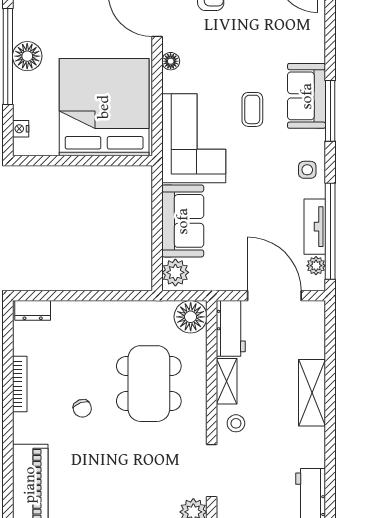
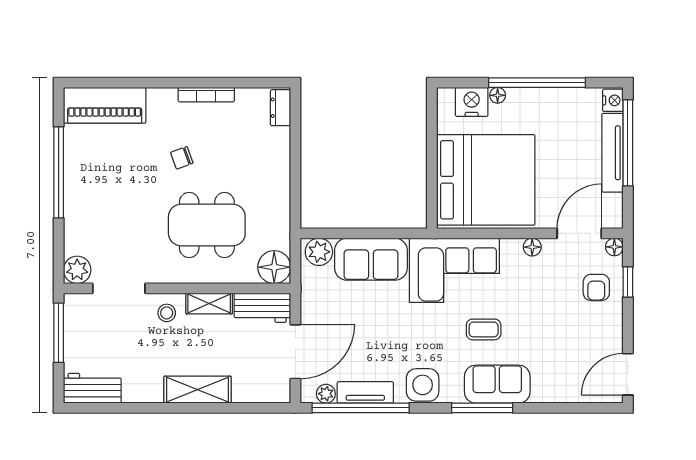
floor lamp: (27, 56) -> (498, 95), moved, width x0.53, depth x0.53
nightstand: (21, 129) -> (472, 102), width x1.89, depth x1.79
side table: (307, 170) -> (423, 385), width x1.87, depth x1.87

